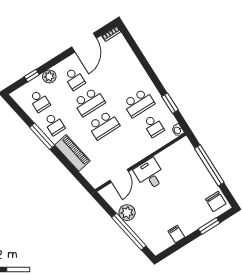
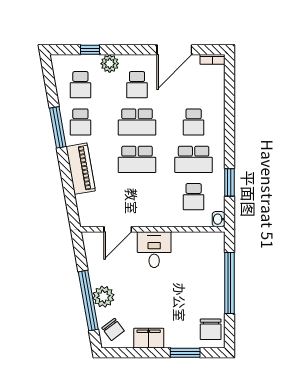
school desk: (124, 80) -> (194, 122), added
plant: (127, 213) -> (103, 297), moved
filing cabinet: (176, 234) -> (149, 338), width x2.00
chair: (155, 240) -> (113, 329), added

